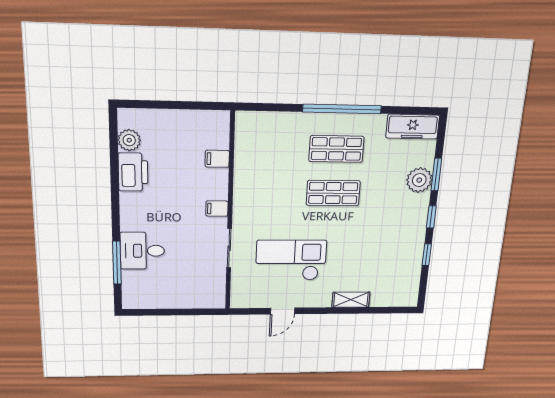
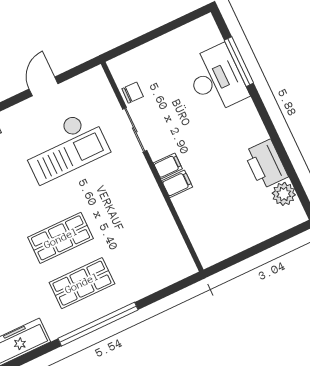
filing cabinet: (217, 159) -> (177, 184), moved
desk: (142, 251) -> (216, 79), width x1.37
chair: (216, 277) -> (133, 93), added

